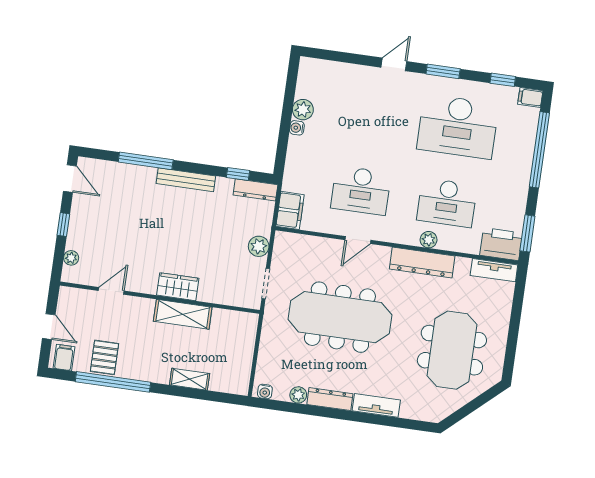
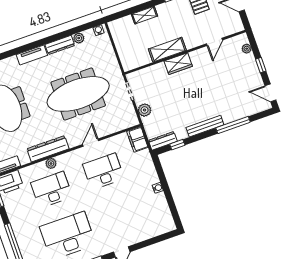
plant: (303, 110) -> (160, 200), removed

